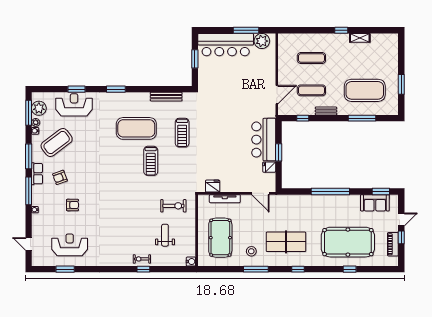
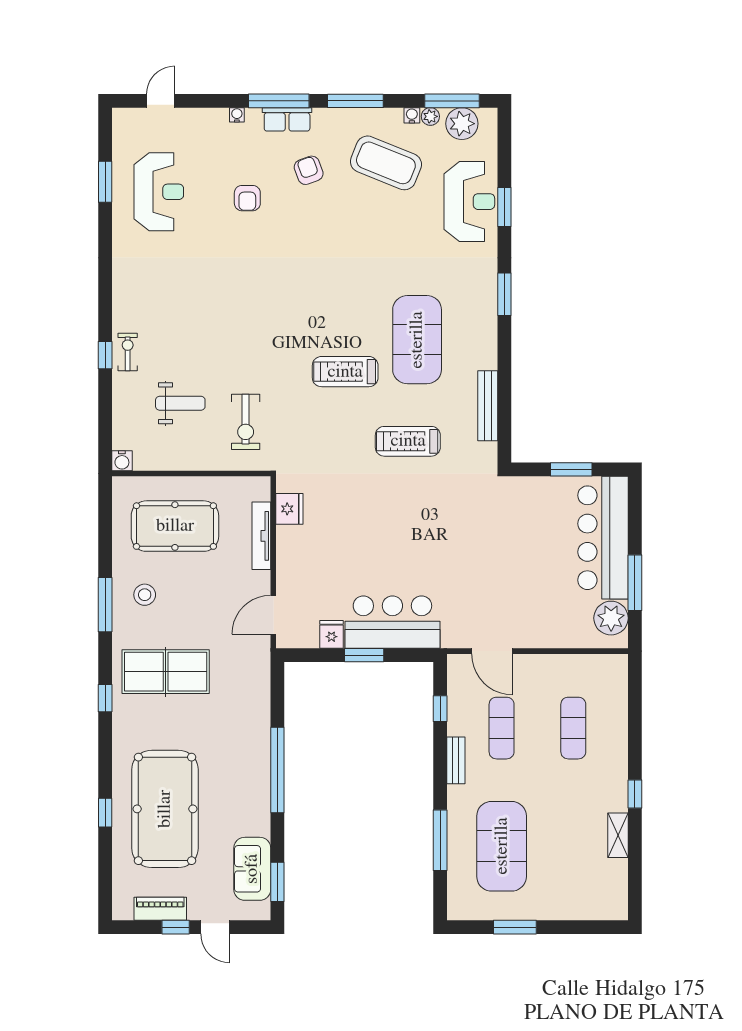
coffee table: (57, 142) -> (386, 163), turned -31
row of seats: (37, 174) -> (287, 119), moved
table tennis table: (286, 242) -> (166, 672), turned 90

